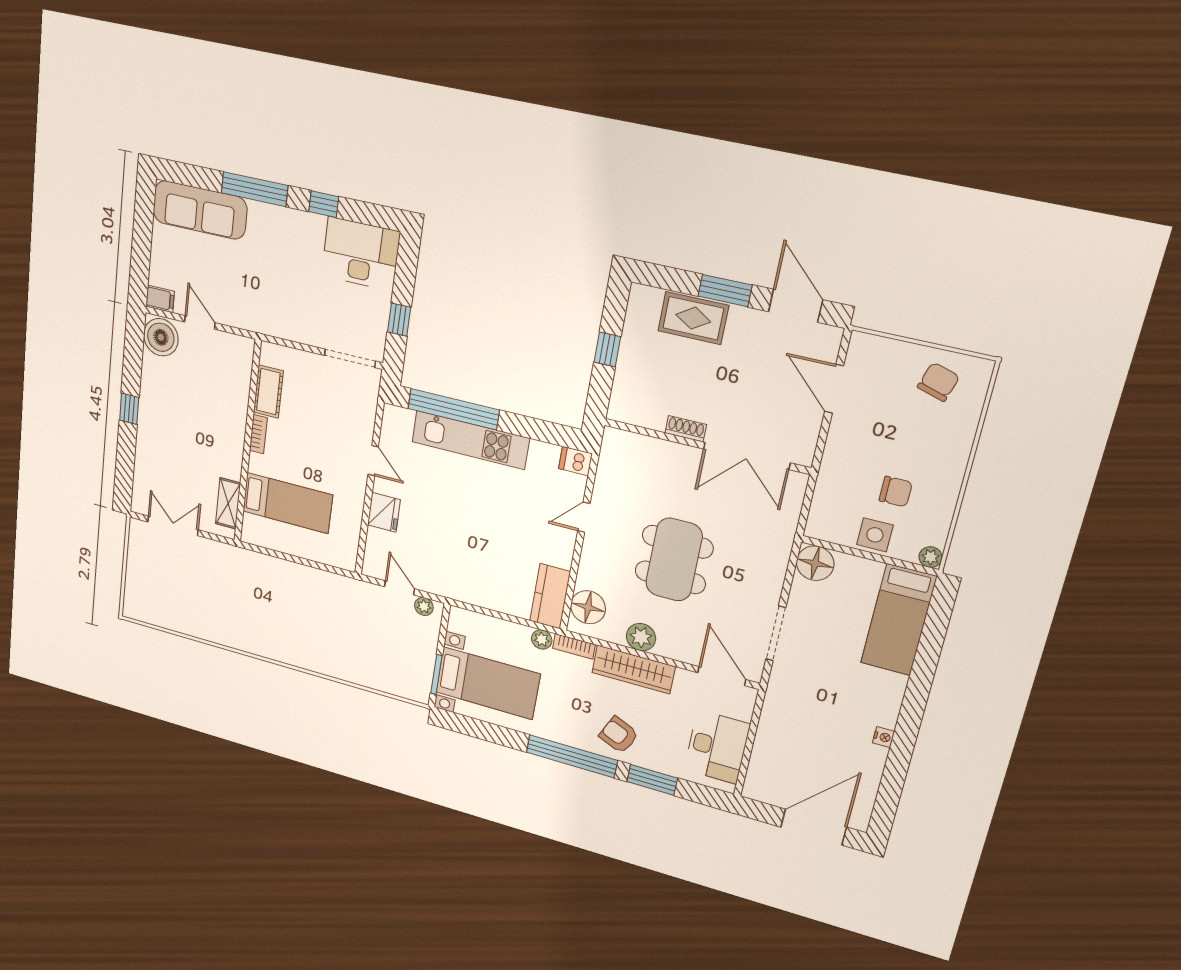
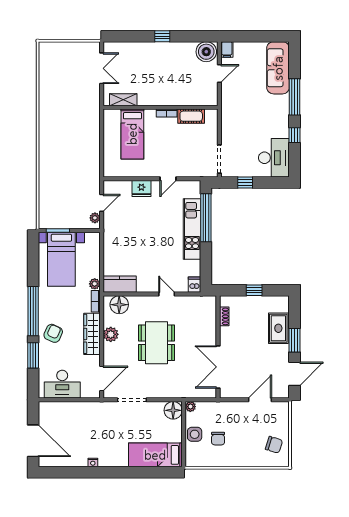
shoe rack: (686, 429) -> (224, 316), moved
plant: (931, 557) -> (190, 407), moved
dining table: (674, 560) -> (156, 343), turned 90

